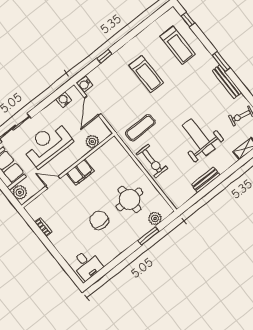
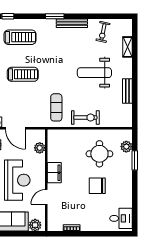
reception desk: (47, 144) -> (17, 180), turned 180

